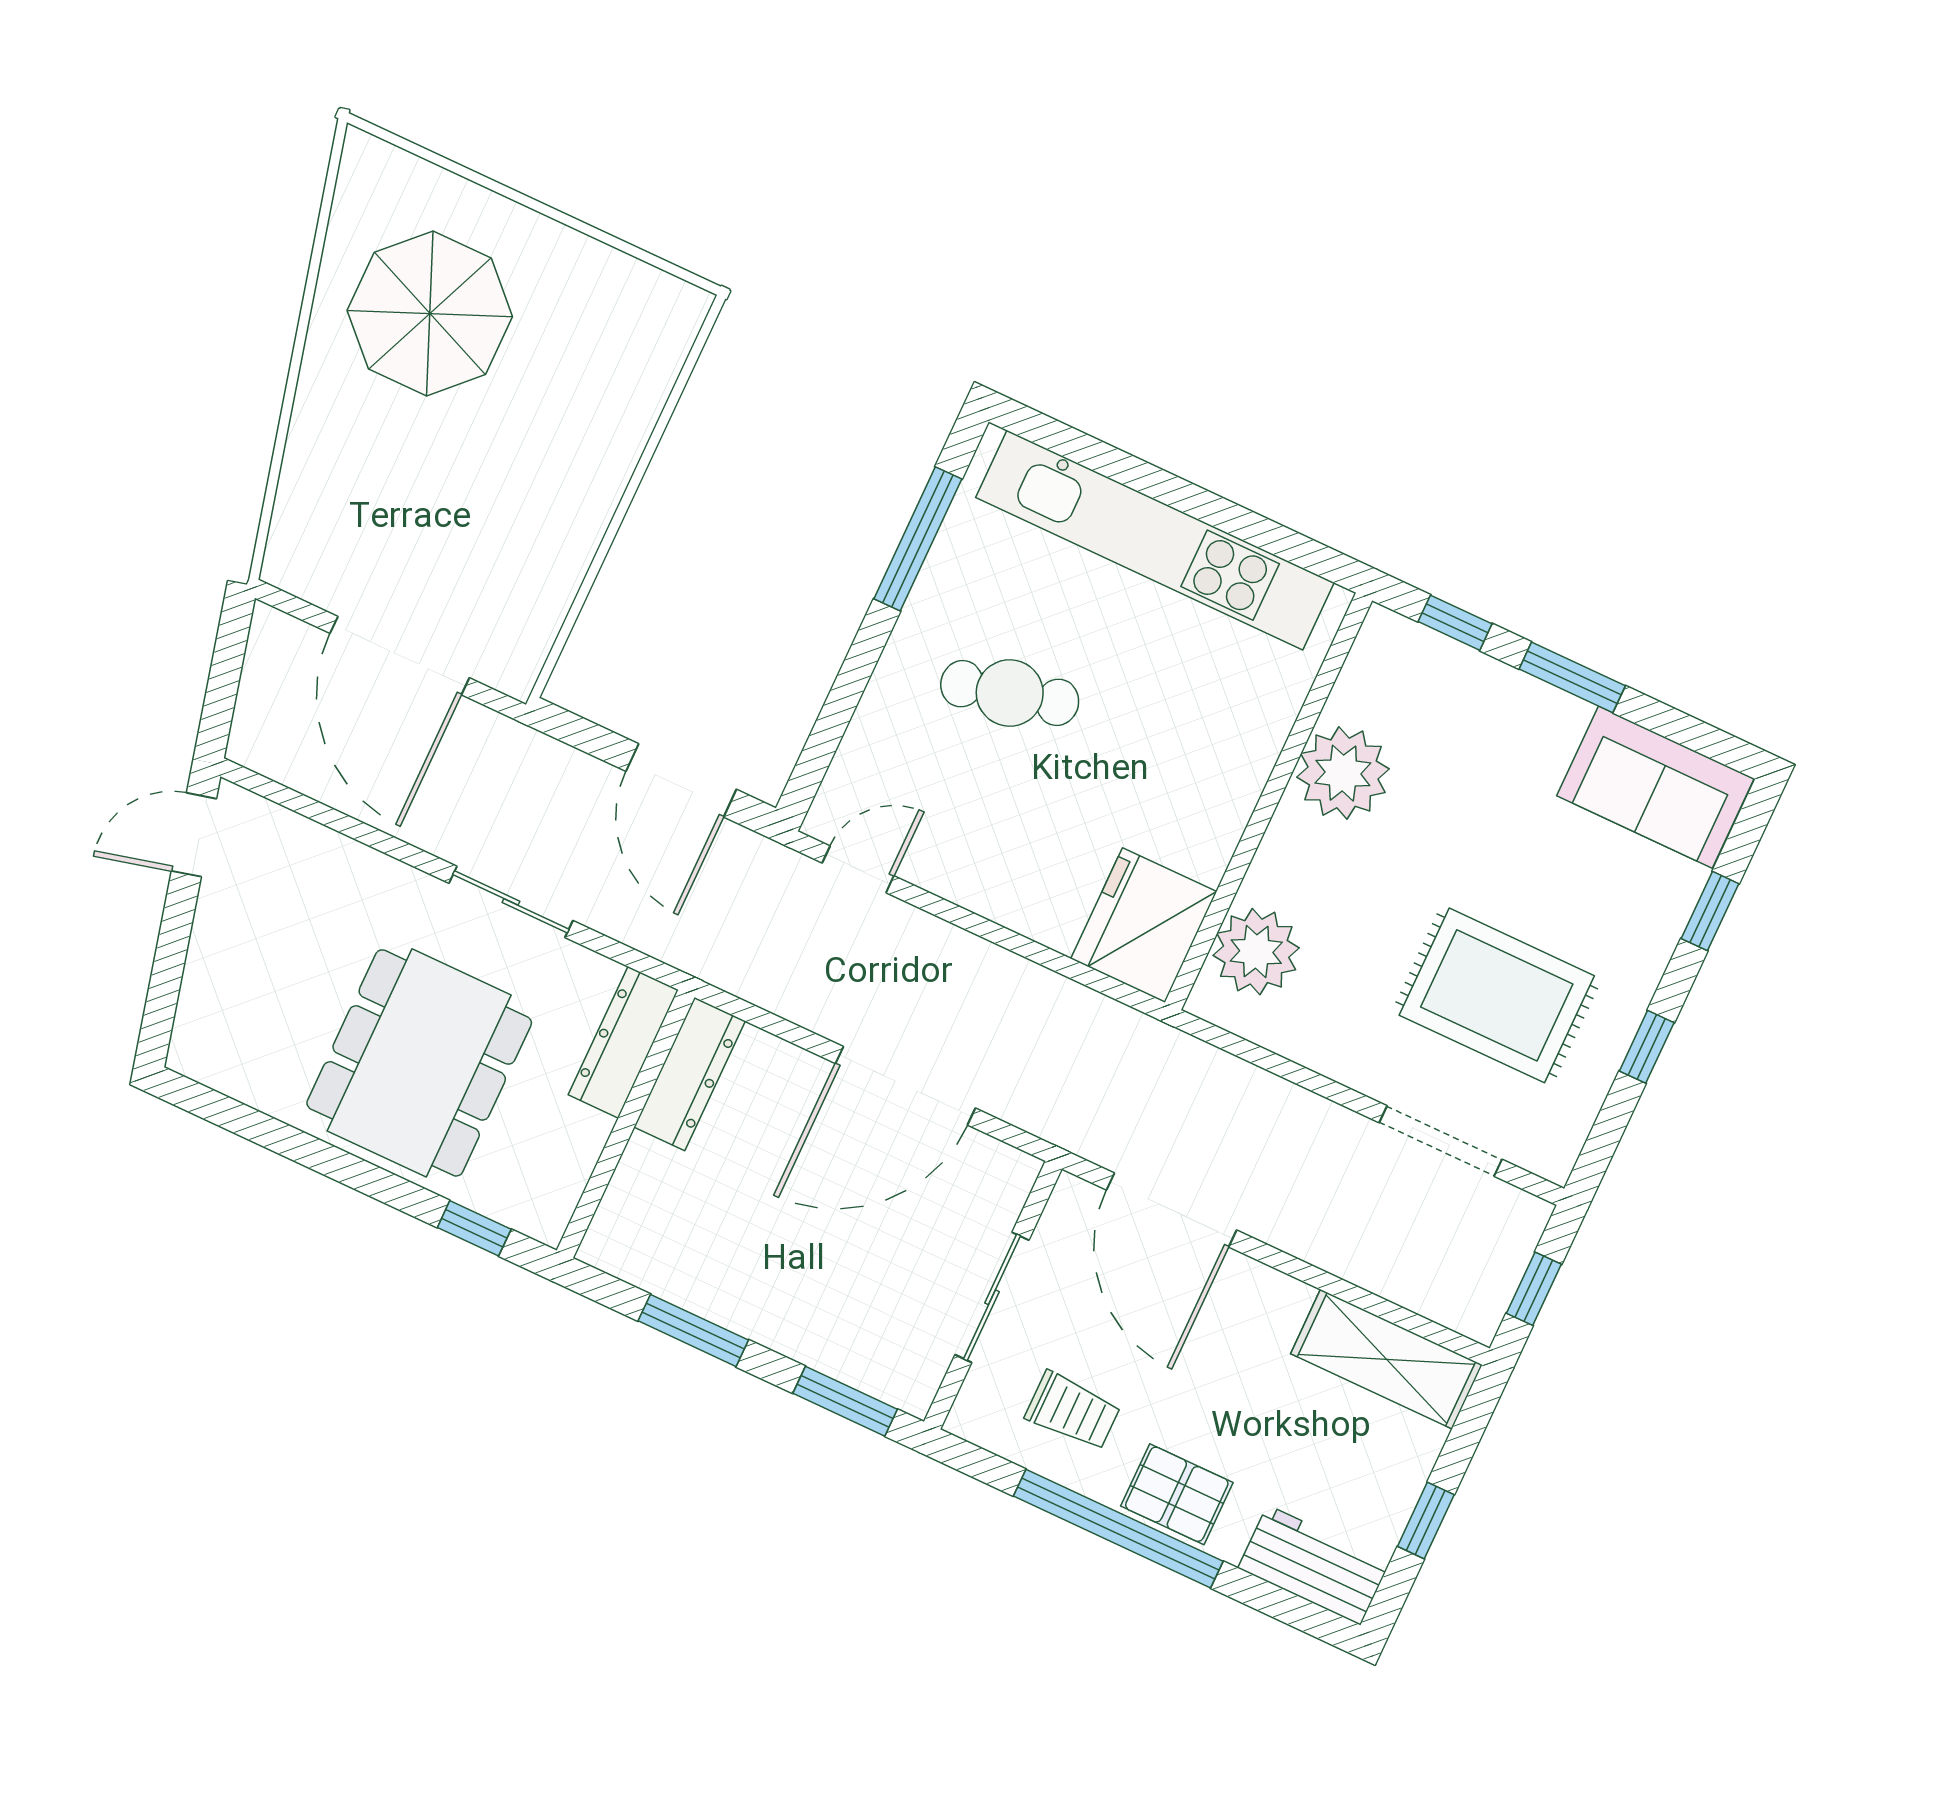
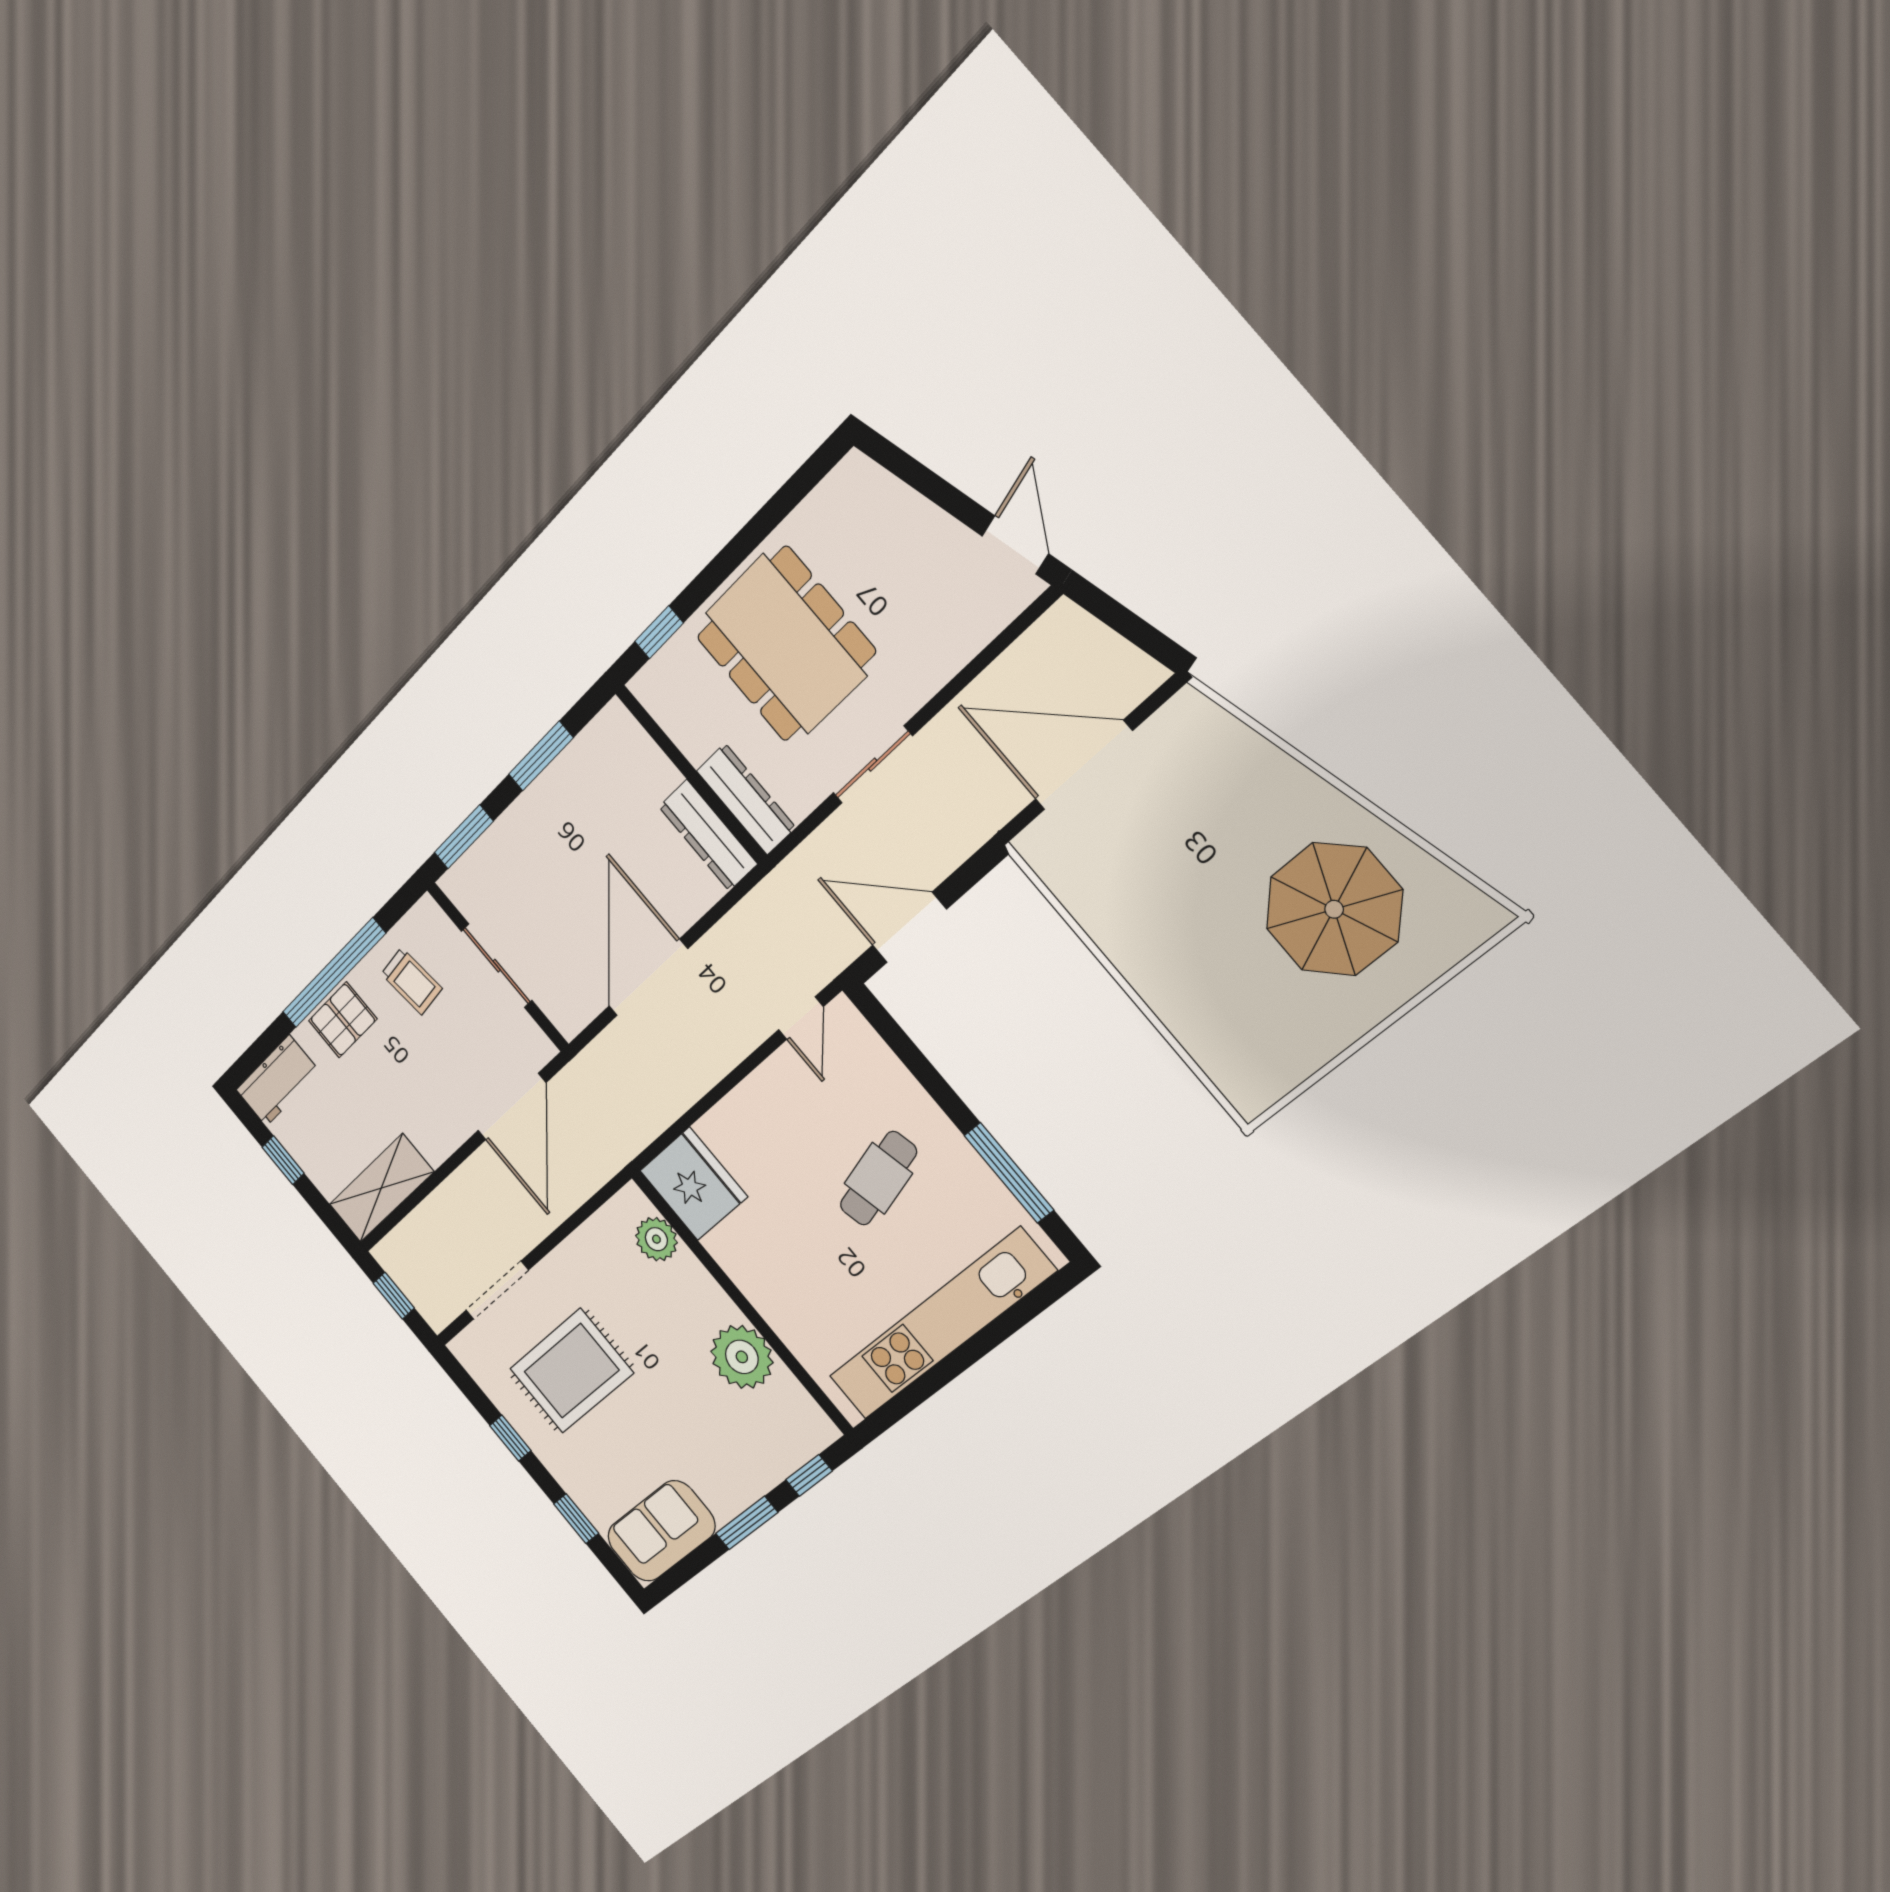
plant: (1256, 952) -> (656, 1239), width x0.73, depth x0.73
door: (1171, 1210) -> (512, 1107), swing flipped
trolley: (1073, 1411) -> (412, 981), turned -96

